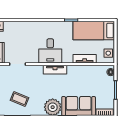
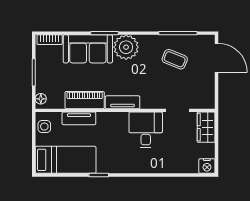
desk: (50, 51) -> (146, 130), moved
piano: (81, 71) -> (85, 100), added

